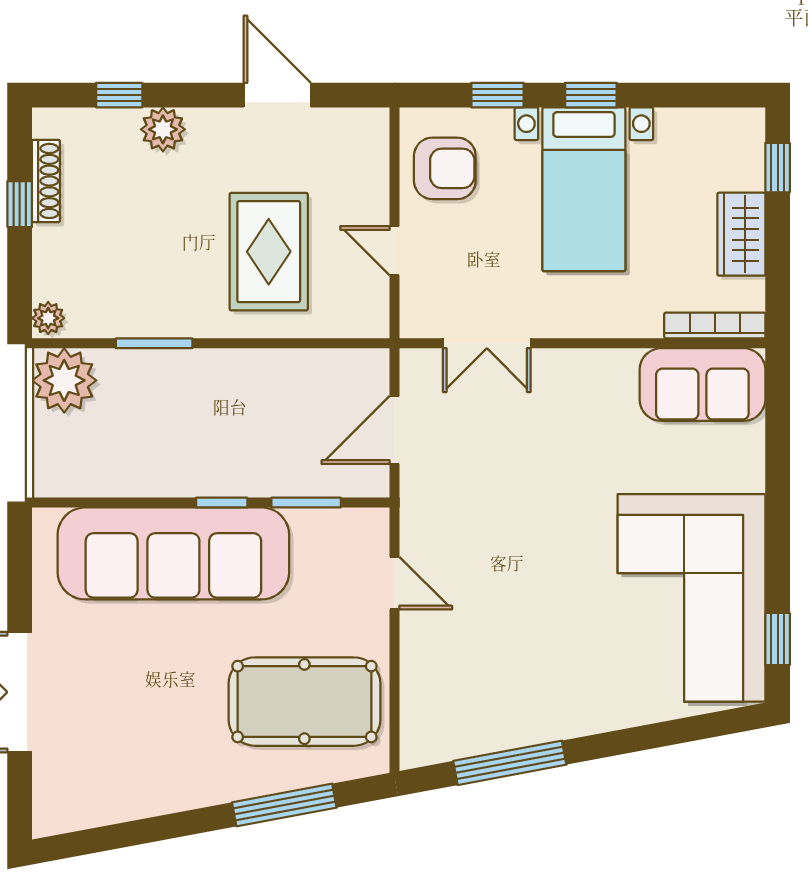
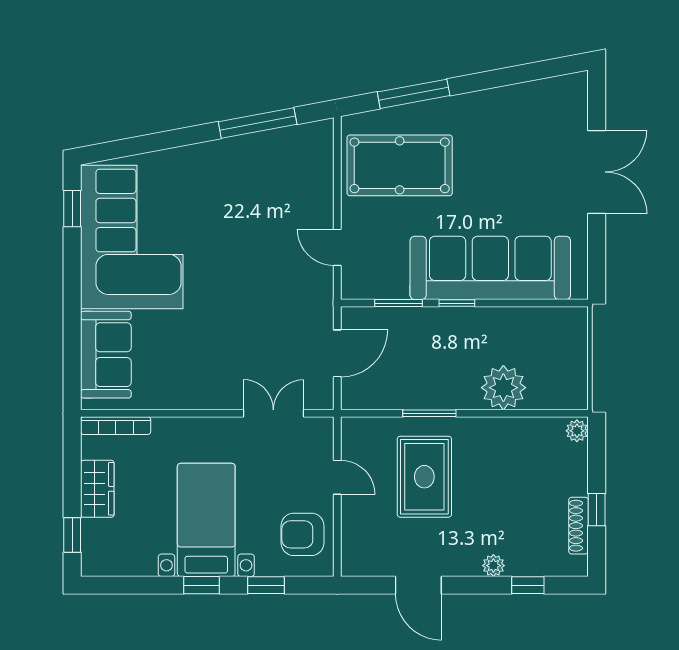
plant: (163, 129) -> (493, 566), width x0.73, depth x0.73
window: (154, 343) -> (429, 413), moved
plant: (64, 380) -> (503, 388), moved
sofa: (702, 385) -> (106, 355), moved, turned 90

